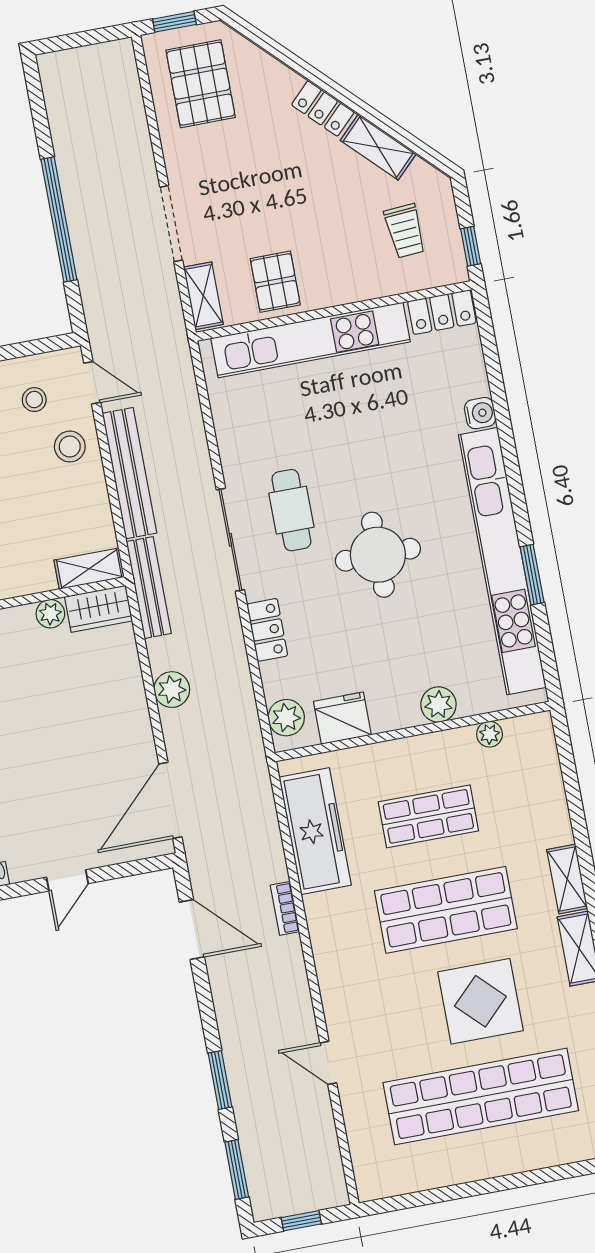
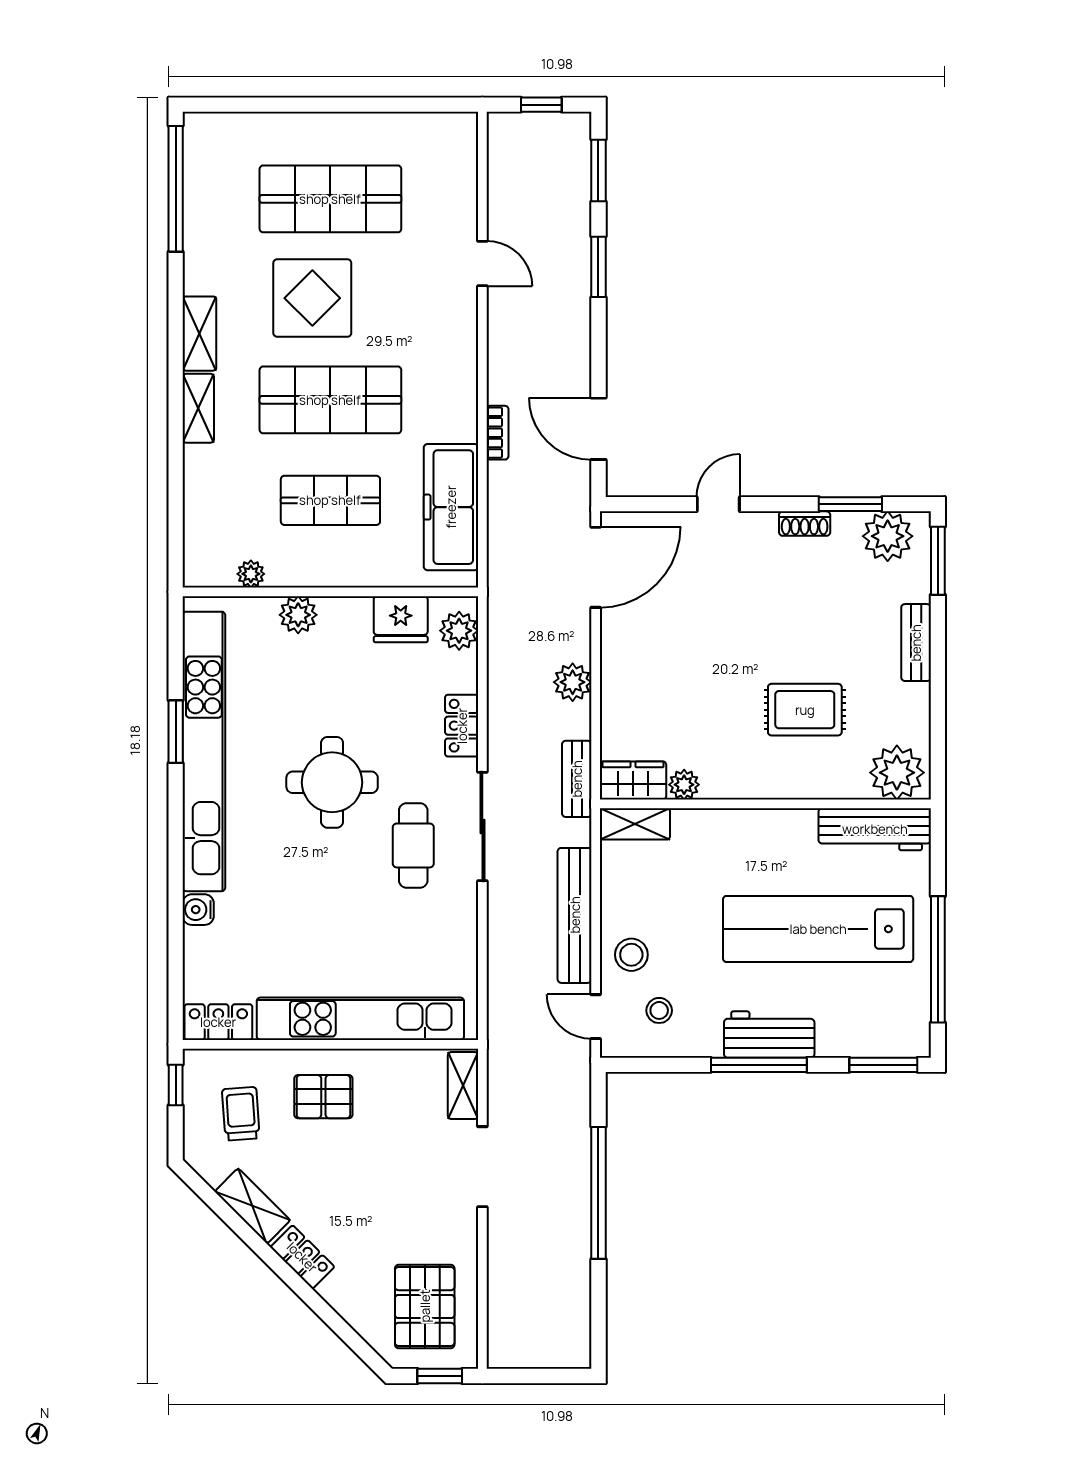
pallet: (275, 282) -> (323, 1097), moved, turned 90
bench: (149, 588) -> (577, 779), width x0.73
shop shelf: (481, 1097) -> (330, 199), width x0.71

